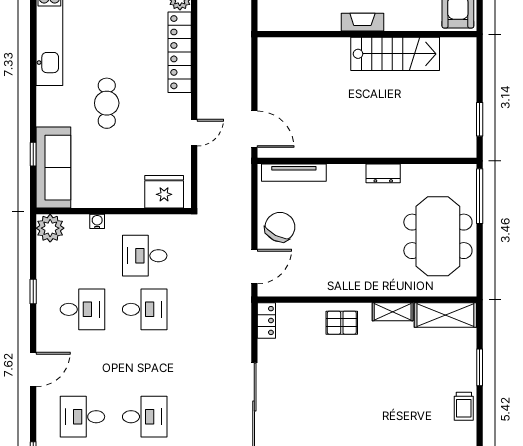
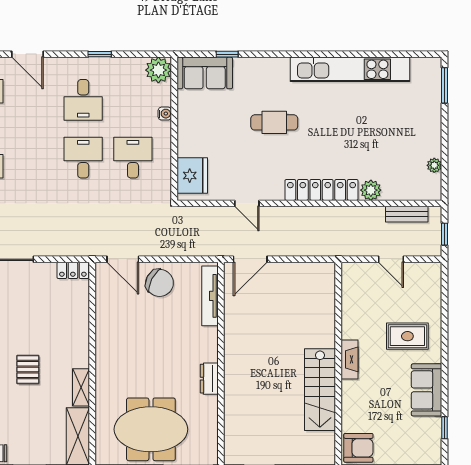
sofa: (53, 168) -> (205, 73), width x0.73
desk: (145, 309) -> (83, 158), turned 180
pallet: (342, 323) -> (28, 369), moved

